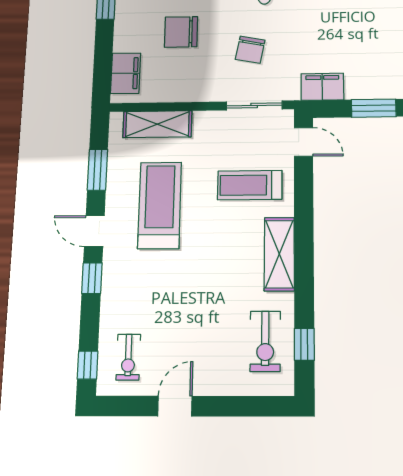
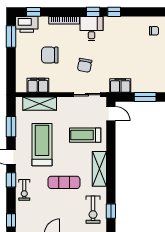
filing cabinet: (126, 73) -> (38, 85), moved, turned -90
exercise mat: (204, 283) -> (64, 182), added
exercise bike: (128, 357) -> (24, 190), moved

